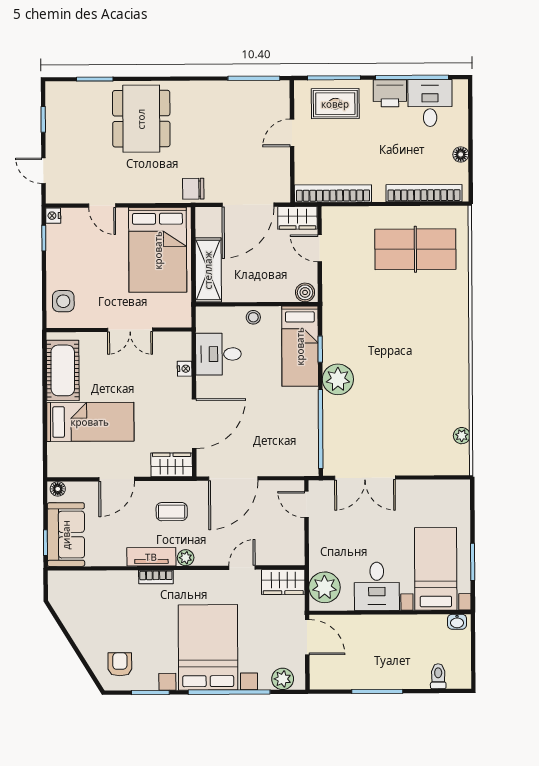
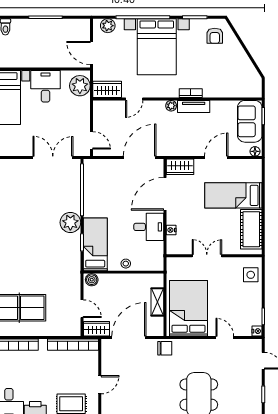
shelving: (208, 270) -> (157, 302), width x0.67, depth x0.75
desk: (218, 354) -> (149, 227), moved
coffee table: (172, 512) -> (180, 136), removed

